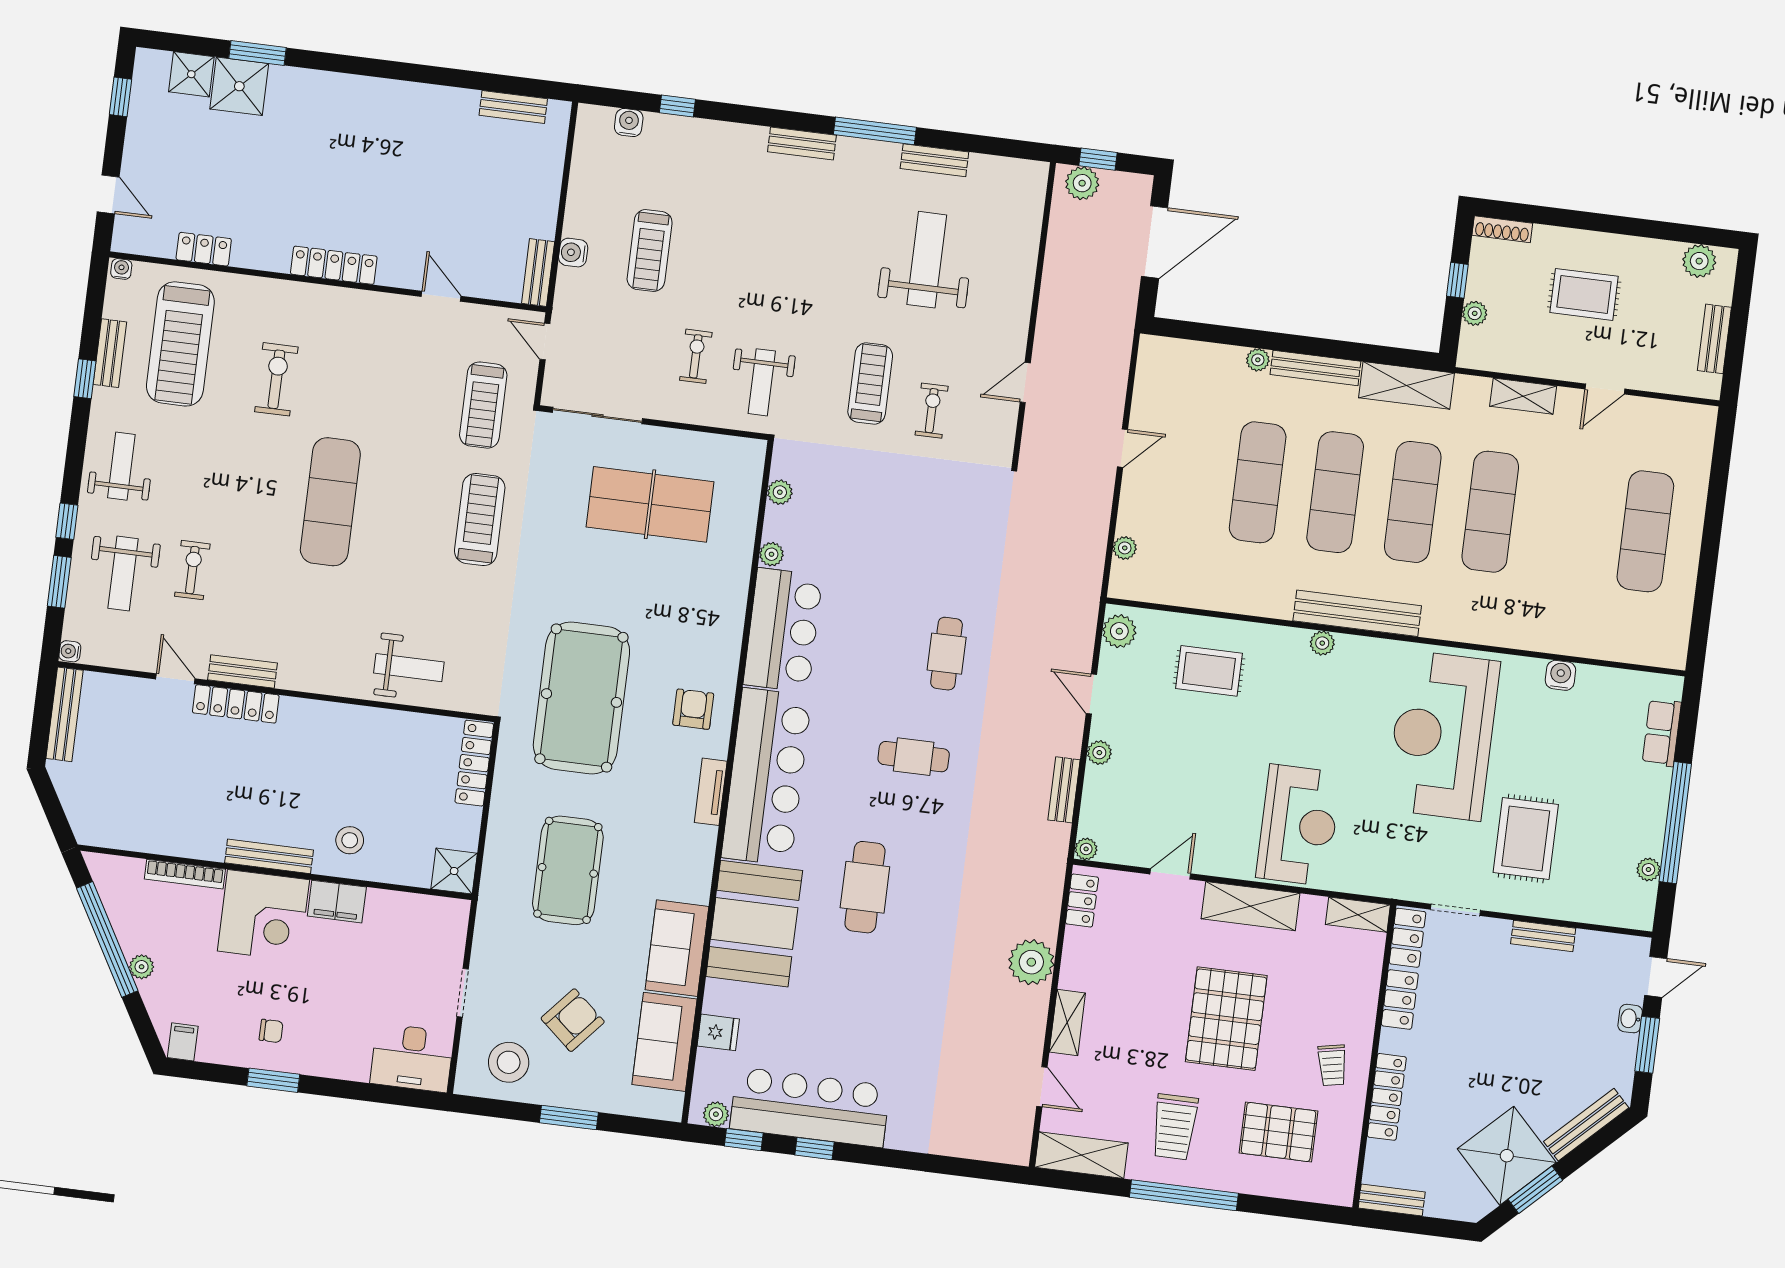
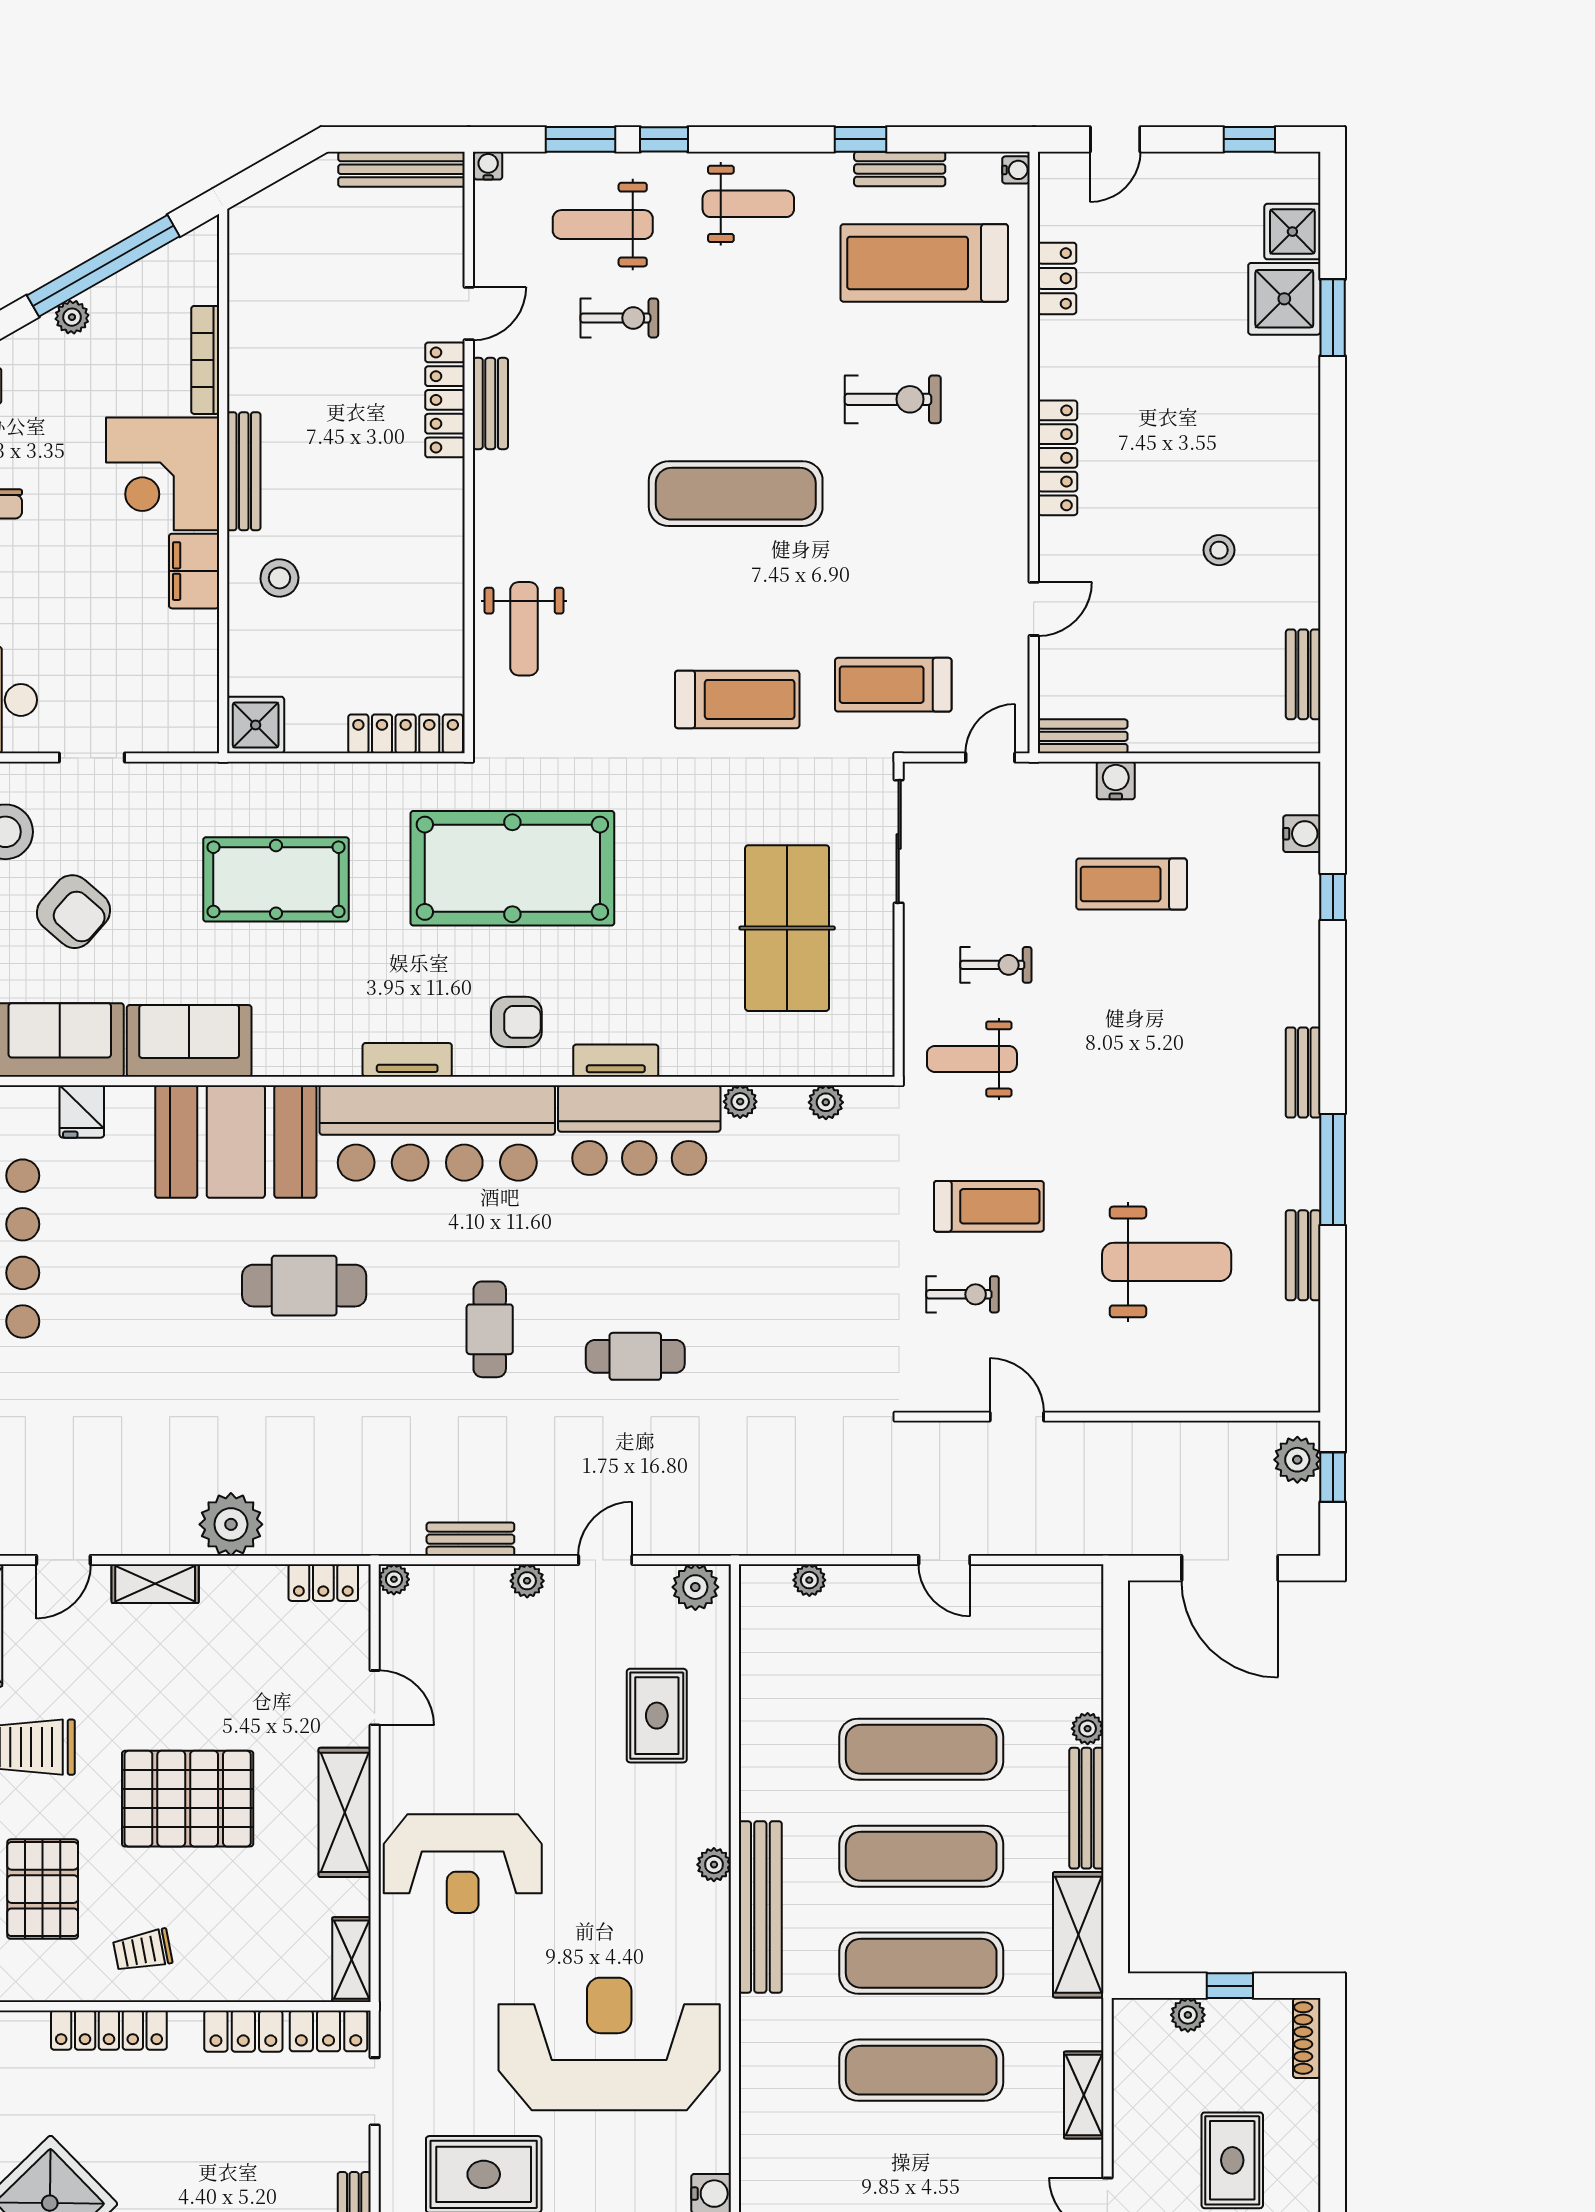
stool: (416, 157) -> (1219, 550), added
tv unit: (730, 641) -> (616, 1061), added

